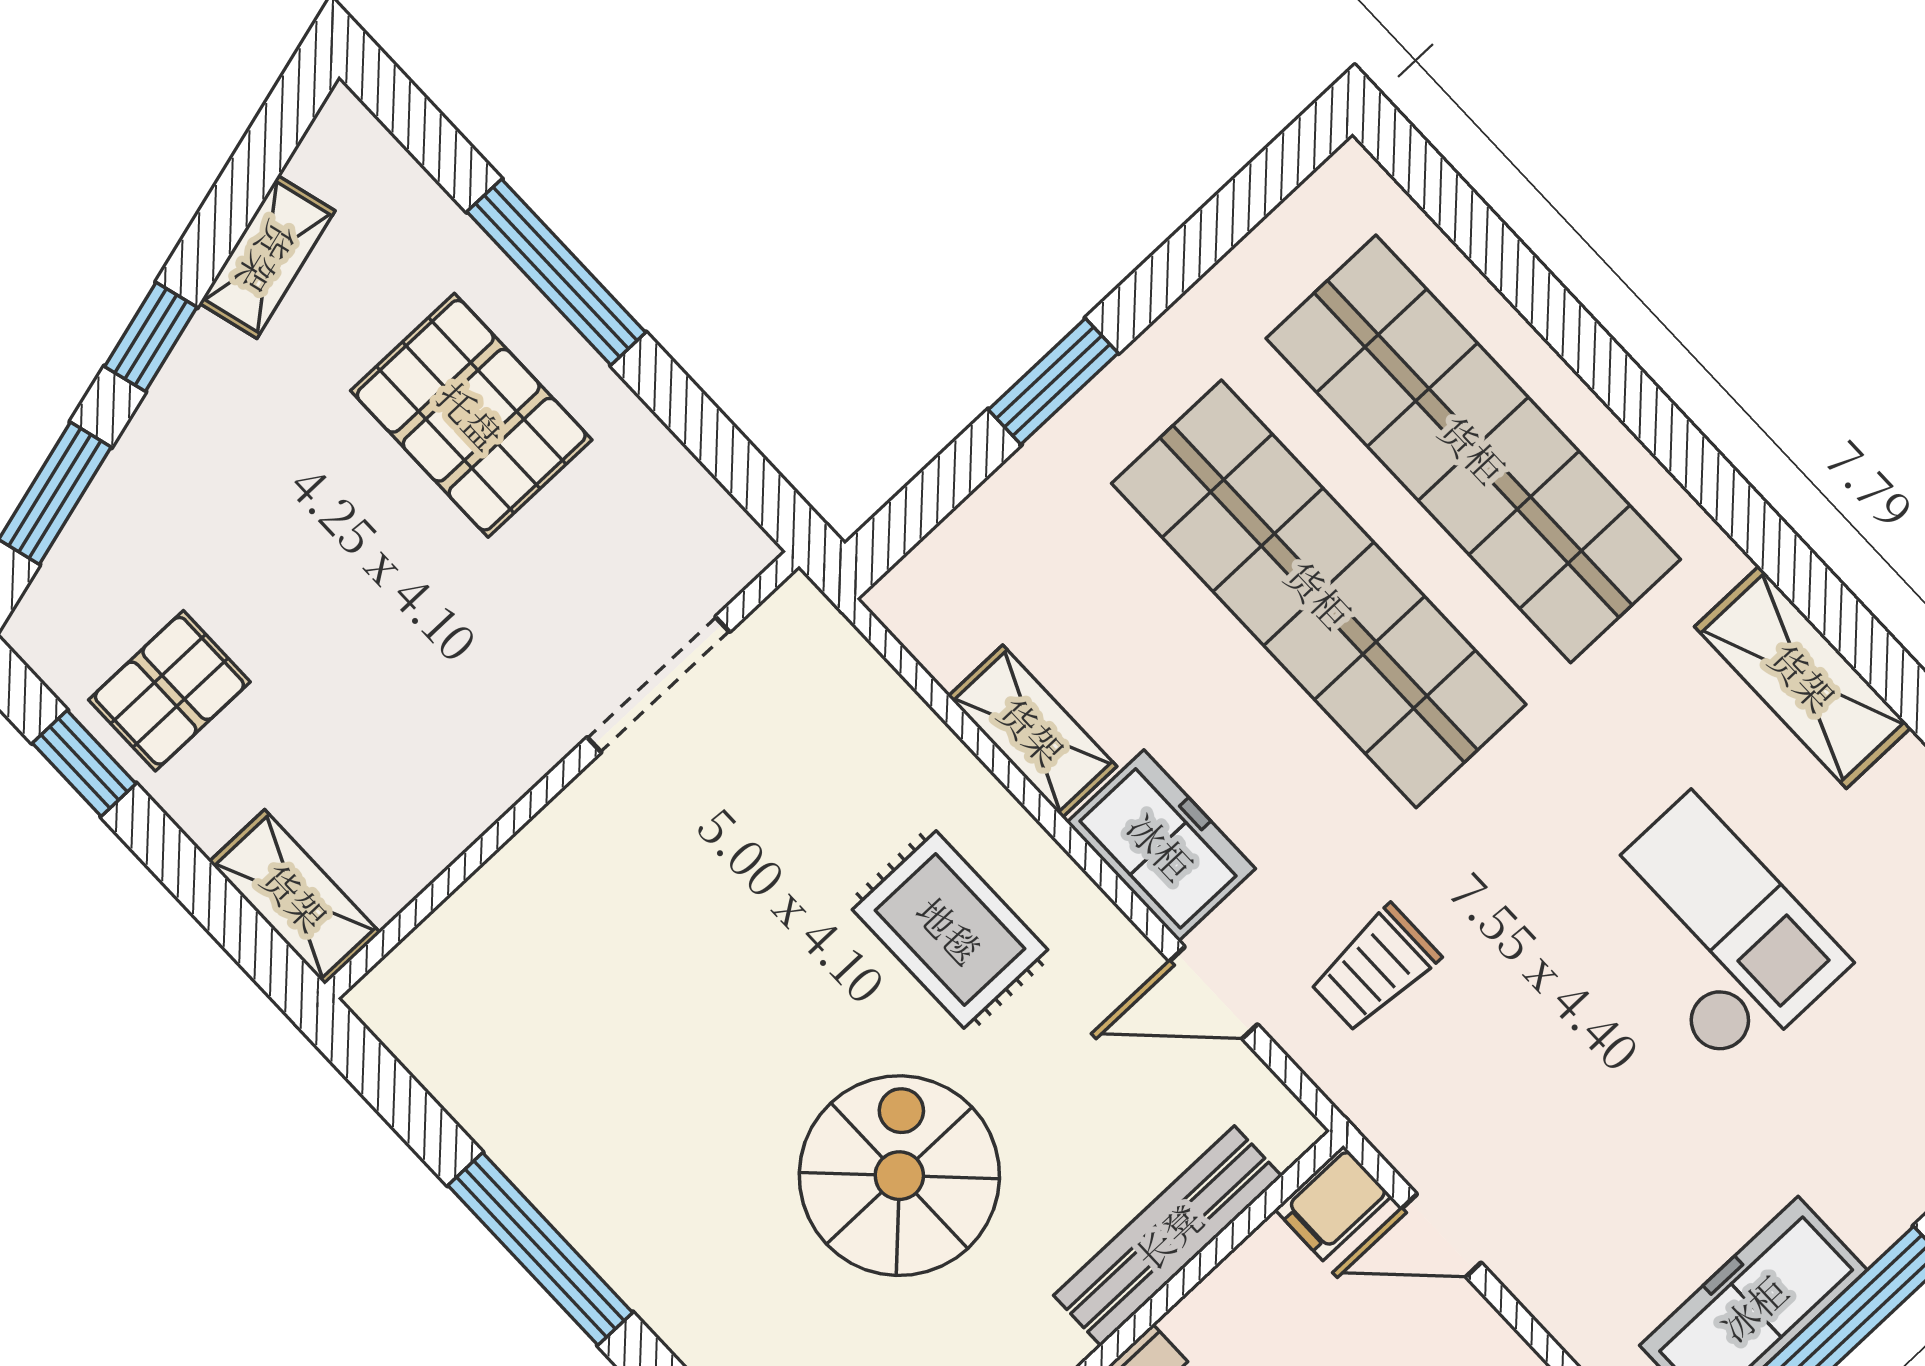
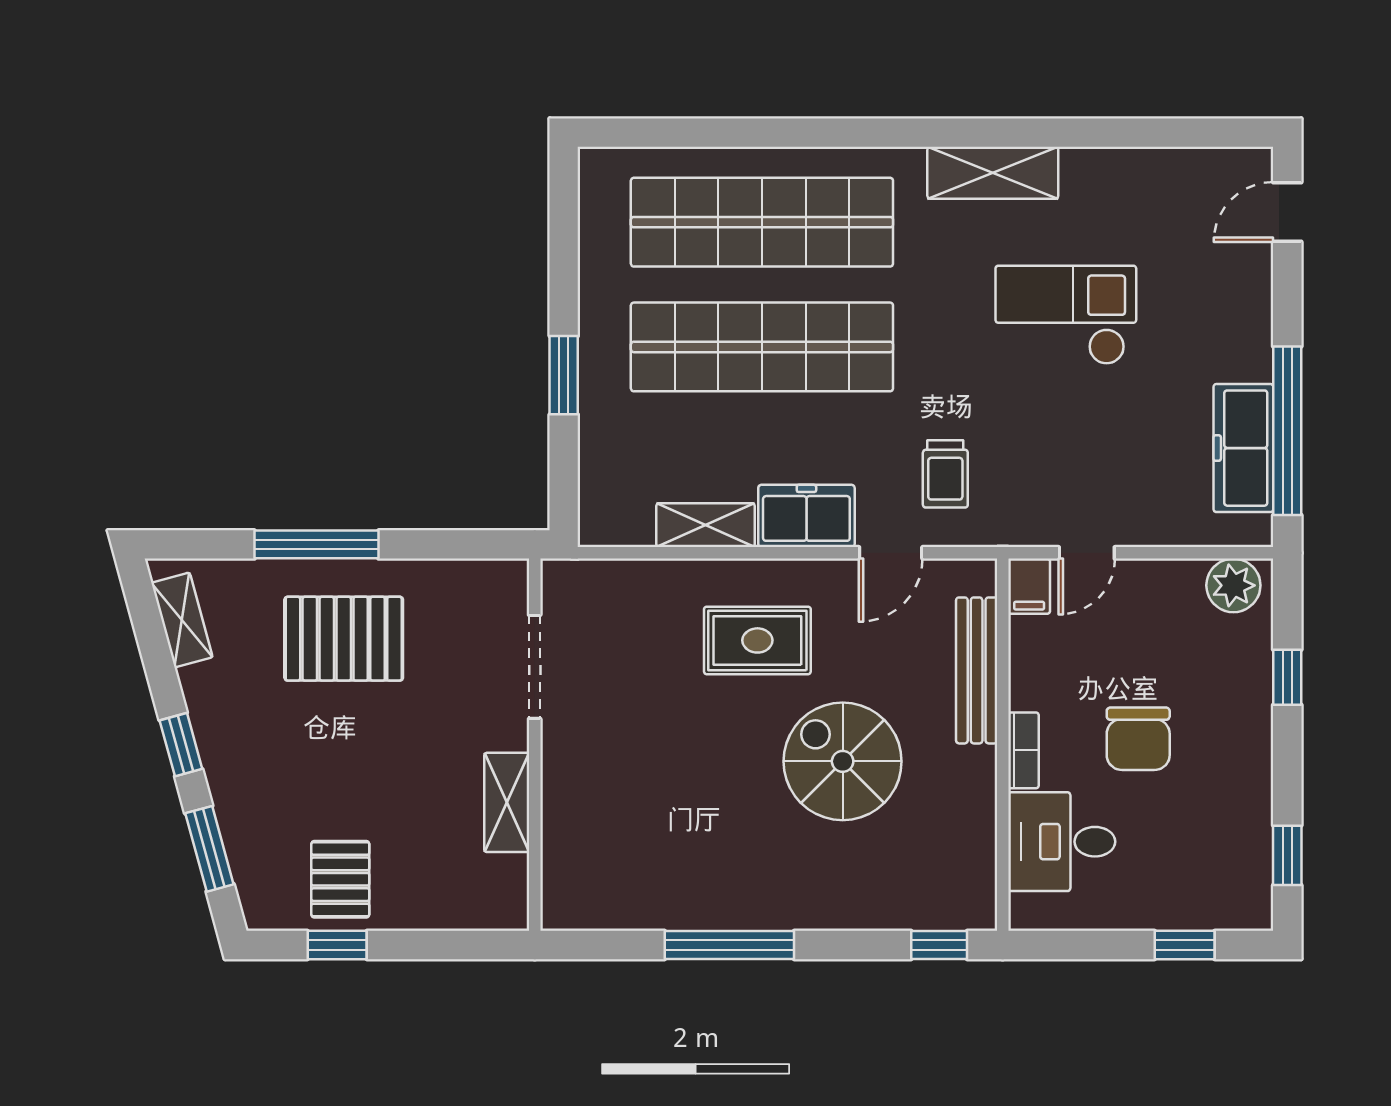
shelving: (267, 257) -> (182, 620), moved
shelving: (295, 897) -> (507, 802), moved, turned 90

